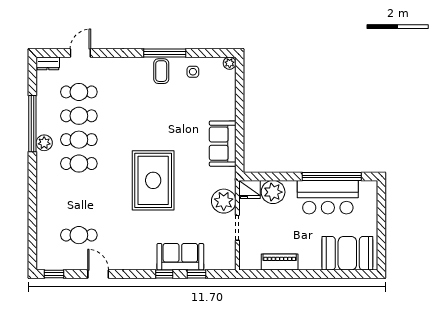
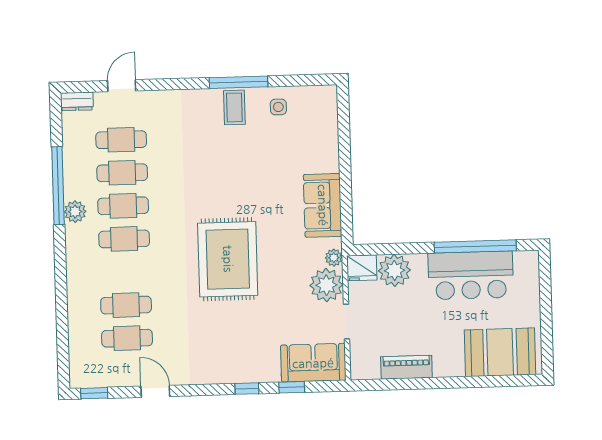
plant: (230, 63) -> (334, 258), moved
cafe table: (79, 211) -> (126, 305), added
sofa: (180, 257) -> (313, 363), moved

